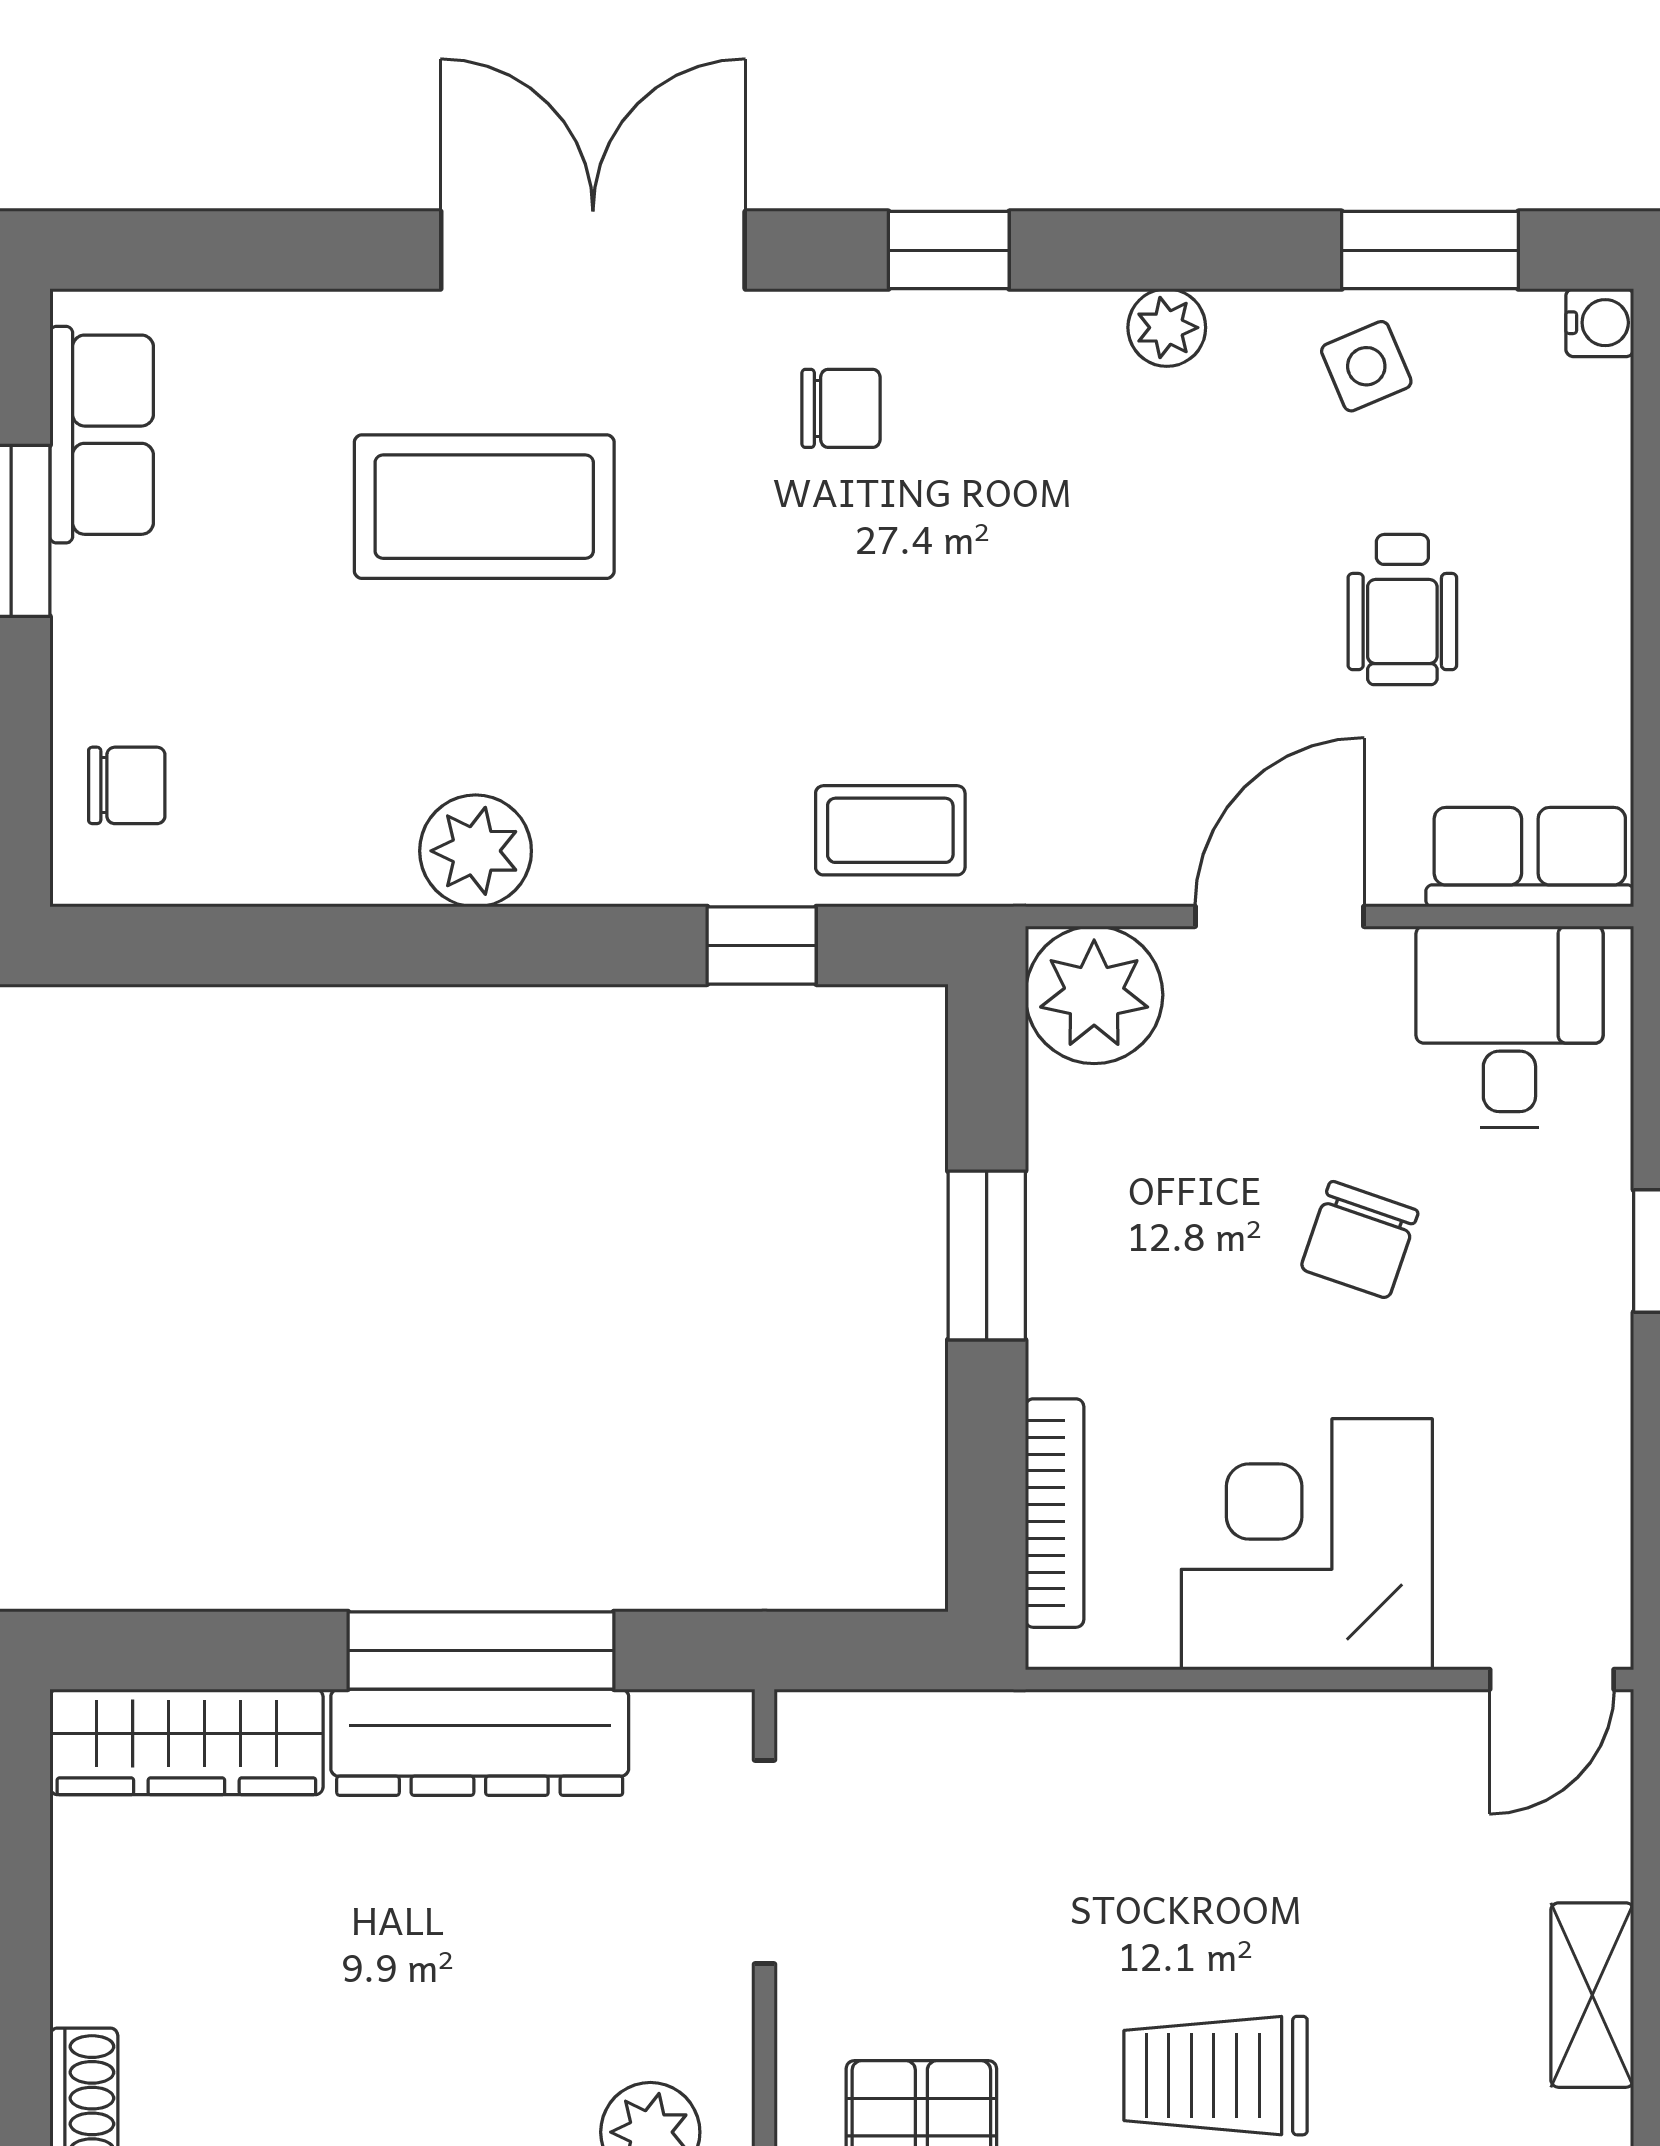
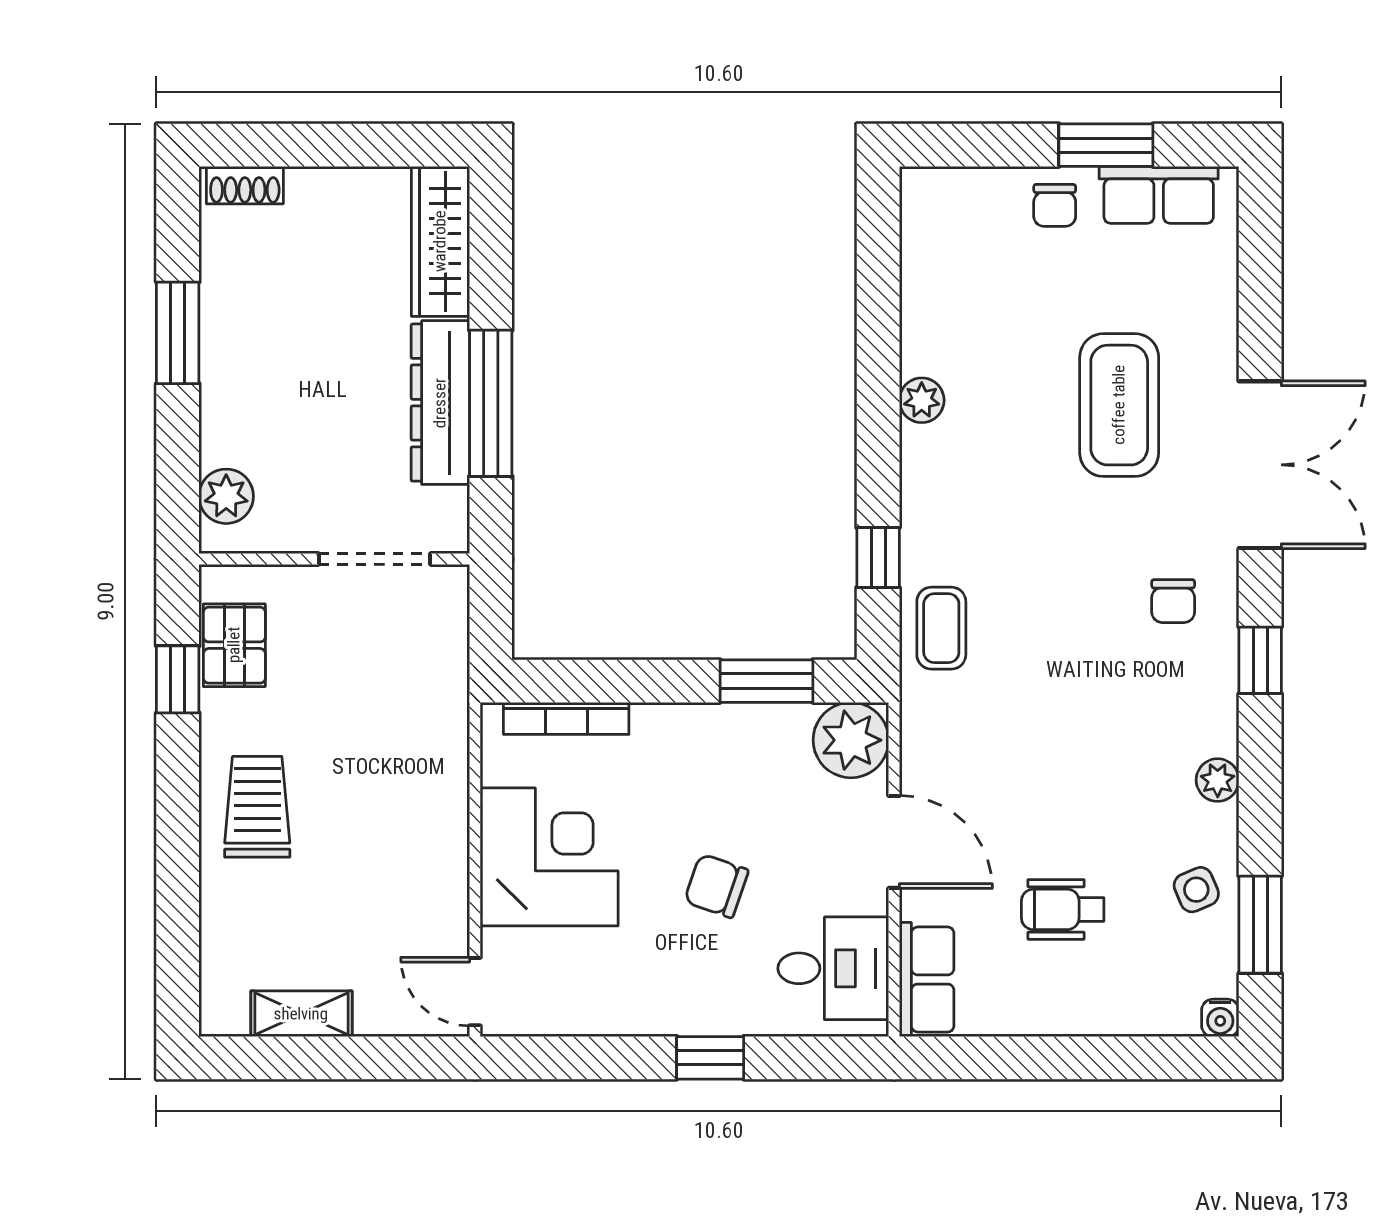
chair: (127, 785) -> (1055, 205), moved
plant: (476, 851) -> (922, 400), width x0.73, depth x0.73
window: (987, 1255) -> (766, 681), moved

